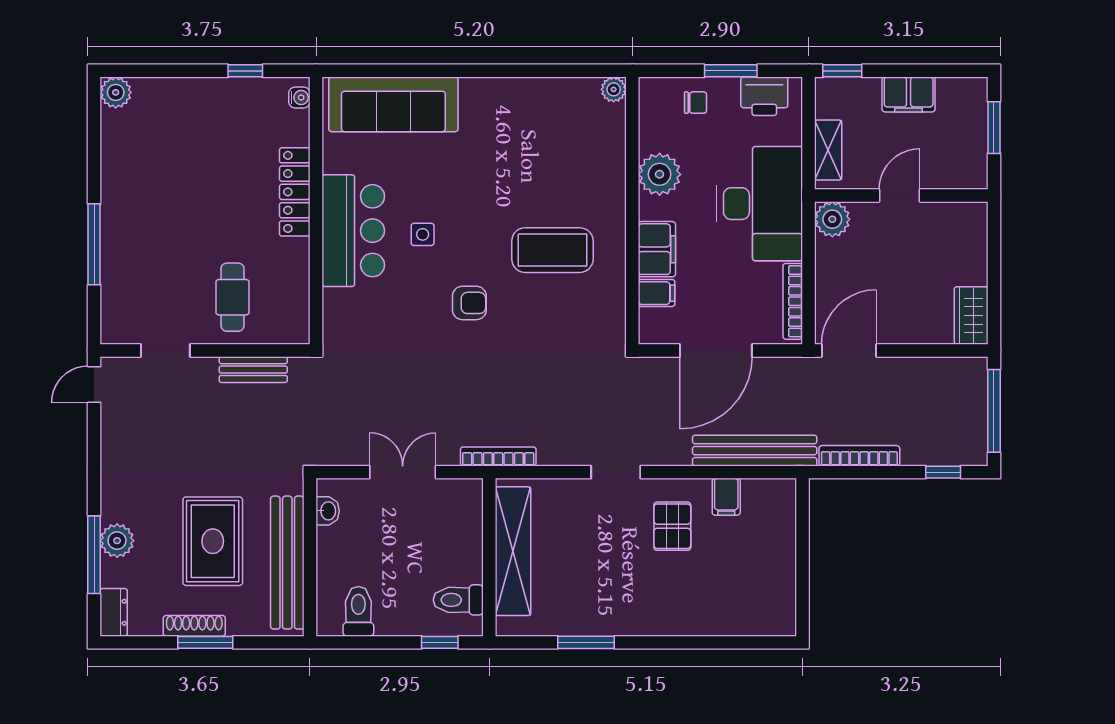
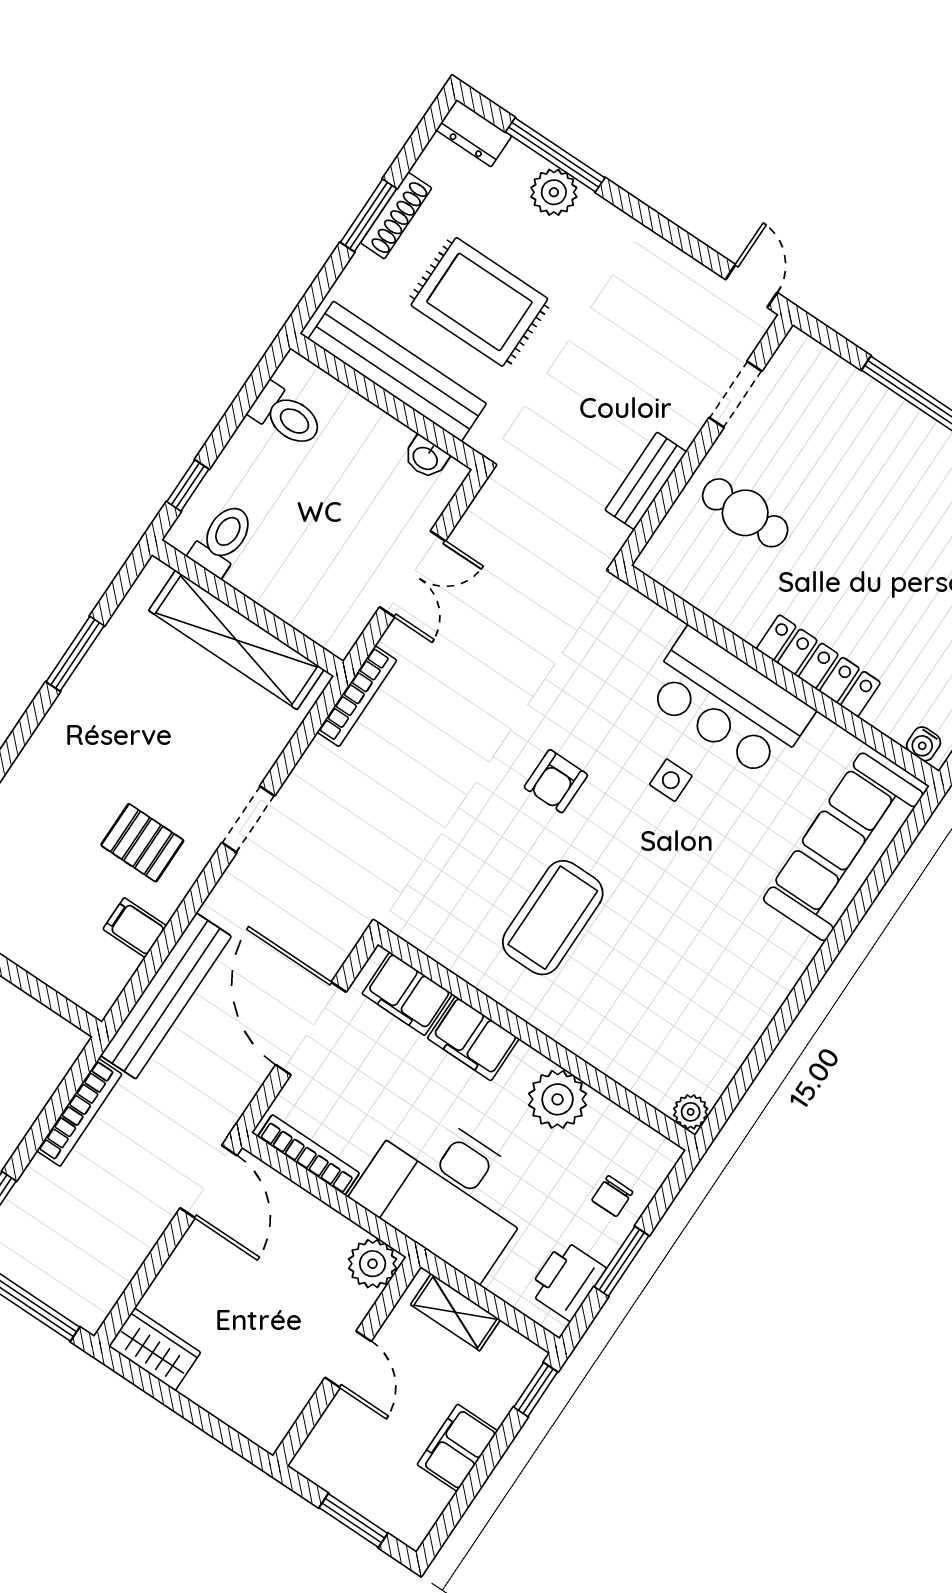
filing cabinet: (657, 293) -> (407, 994), width x2.00

